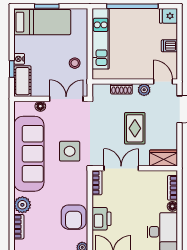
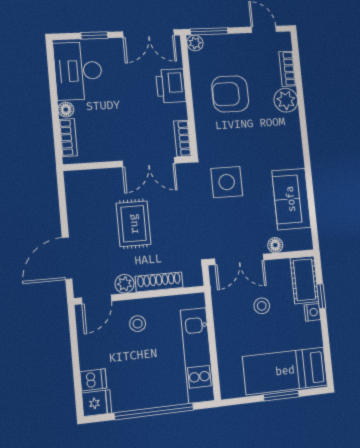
dishwasher: (169, 46) -> (93, 380), moved
stool: (75, 63) -> (262, 306), moved
stool: (138, 63) -> (138, 324), added
door: (163, 81) -> (97, 299), hinge flipped
shoe rack: (121, 89) -> (159, 282), width x1.43
sofa: (29, 154) -> (291, 199), width x0.54, depth x0.79
wardrobe: (163, 158) -> (86, 182), removed
armchair: (74, 217) -> (230, 94), moved, turned -90

